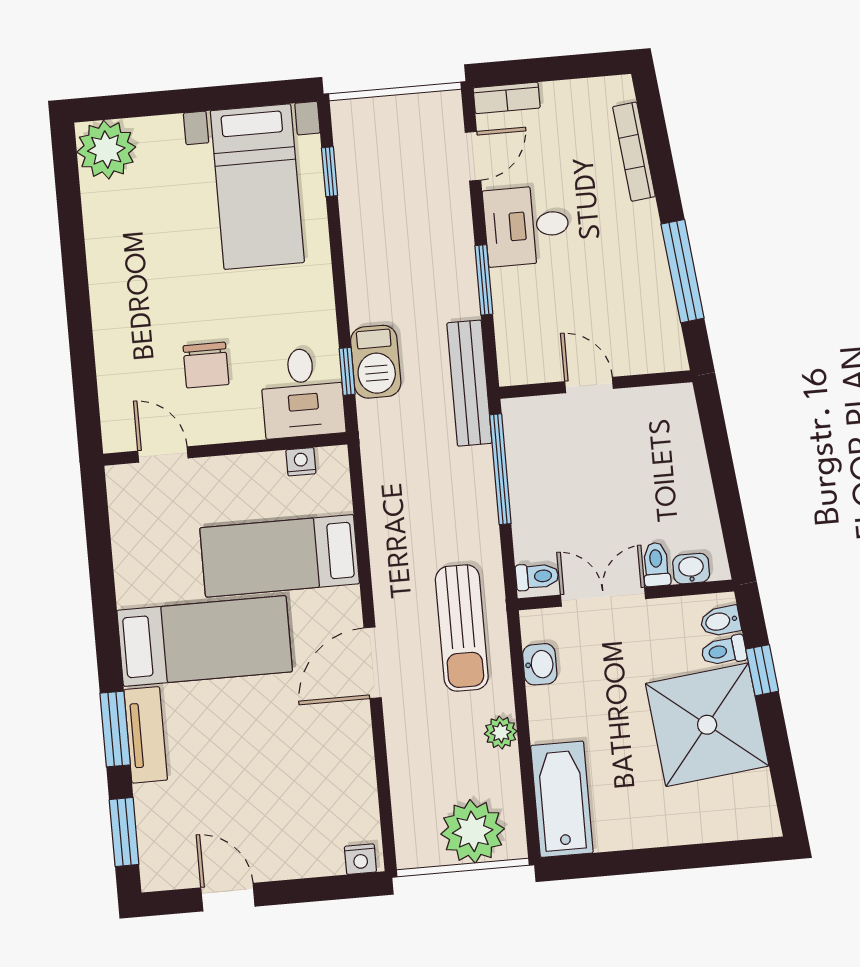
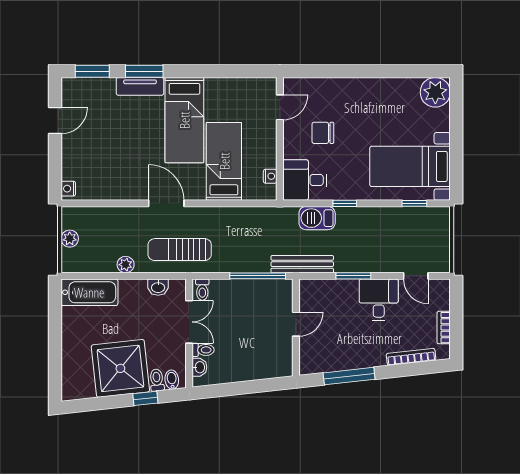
bookcase: (507, 98) -> (444, 328), moved
window: (347, 371) -> (345, 203), moved
plant: (473, 831) -> (70, 239), width x0.53, depth x0.53

